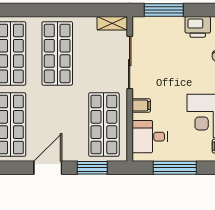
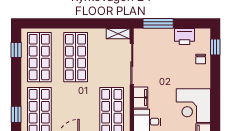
filing cabinet: (141, 106) -> (141, 97), width x2.00

